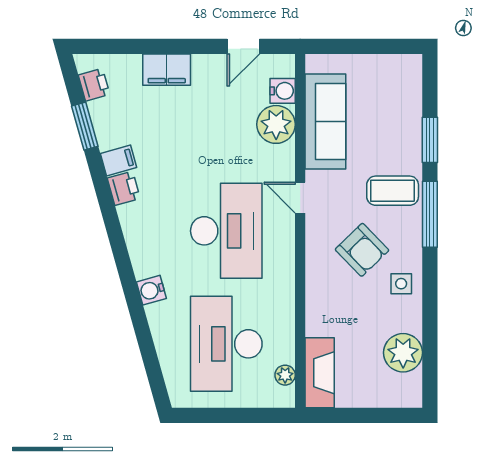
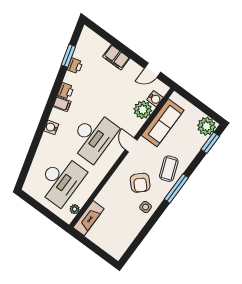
printer: (94, 85) -> (75, 66), moved
window: (430, 140) -> (210, 143), moved
filing cabinet: (119, 160) -> (62, 104), moved
coffee table: (393, 191) -> (169, 169), turned 69
water cooler: (151, 290) -> (51, 127), moved
desk: (226, 344) -> (61, 180), turned 180
plant: (403, 353) -> (206, 126), moved

